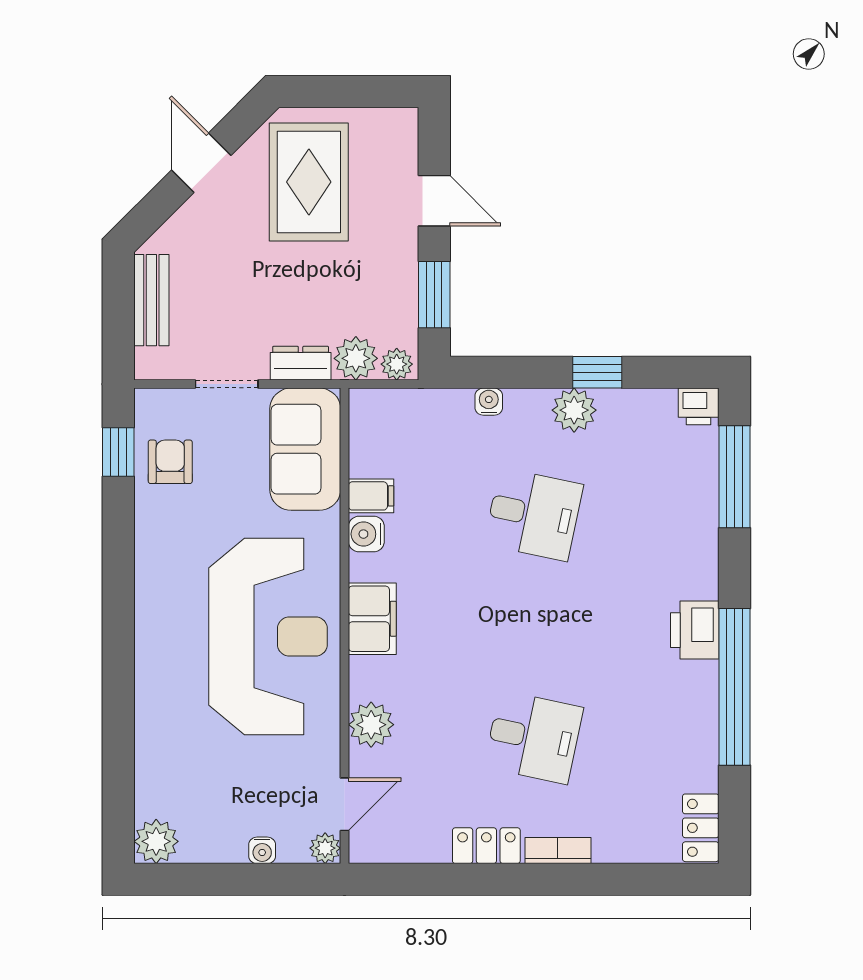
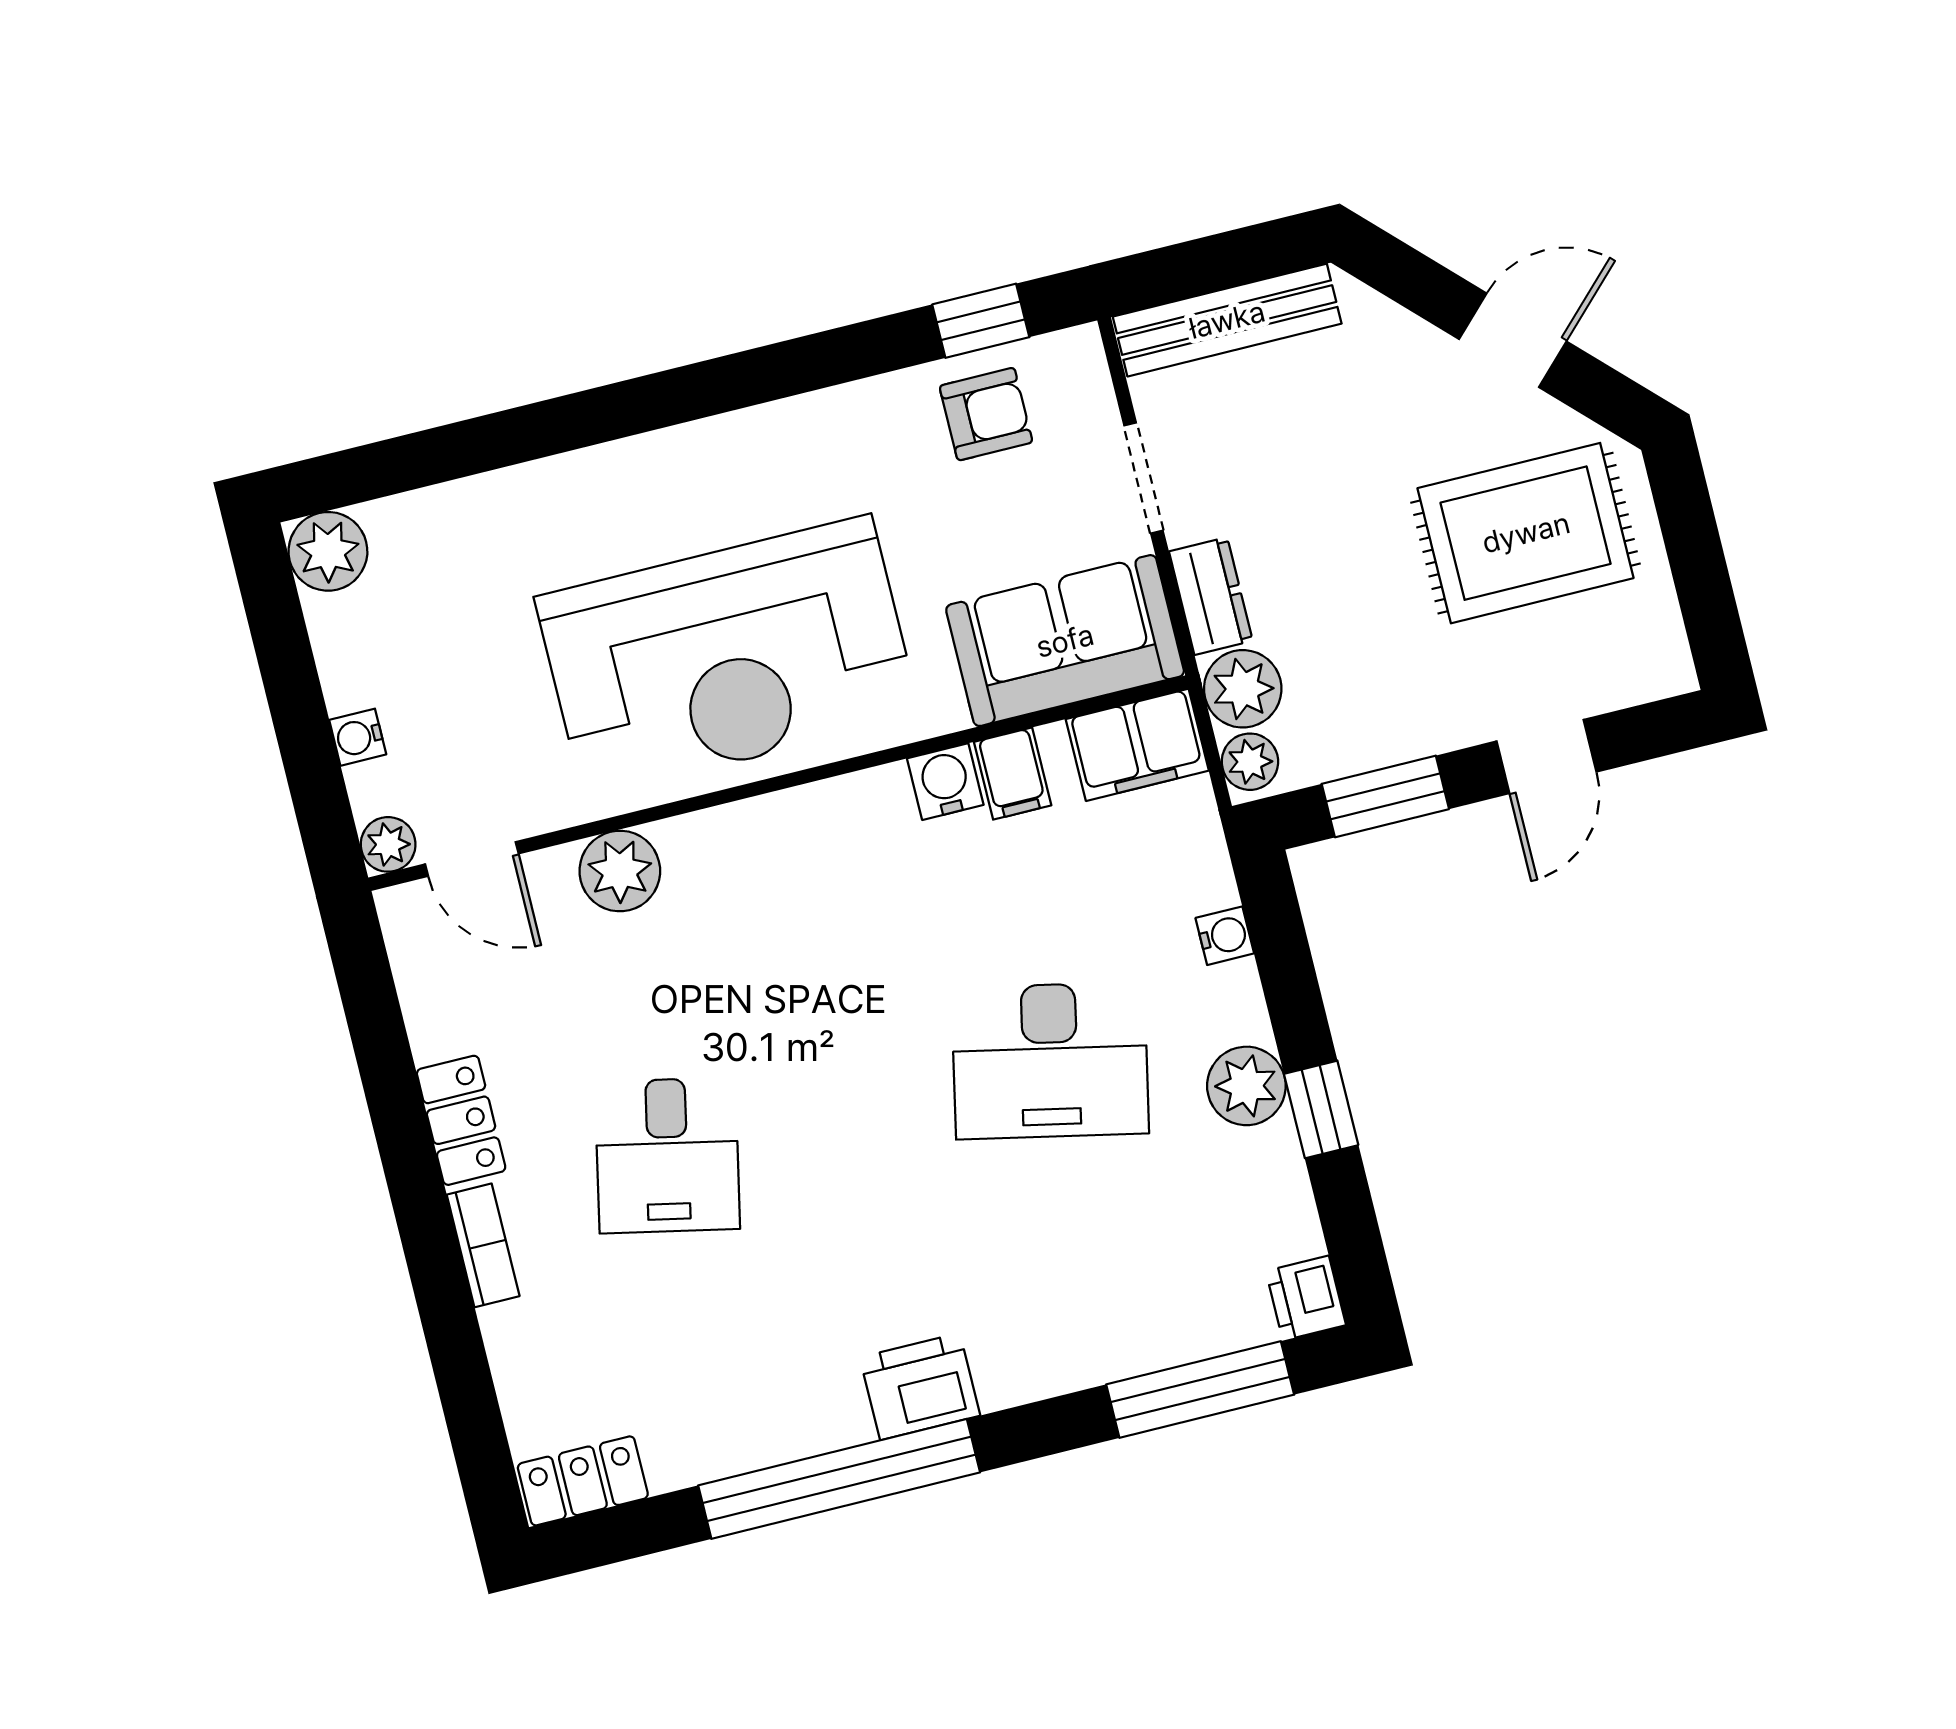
bench: (151, 300) -> (1227, 320), width x1.36
desk: (534, 514) -> (1050, 1061), width x1.37
filing cabinet: (372, 619) -> (1137, 745), moved

